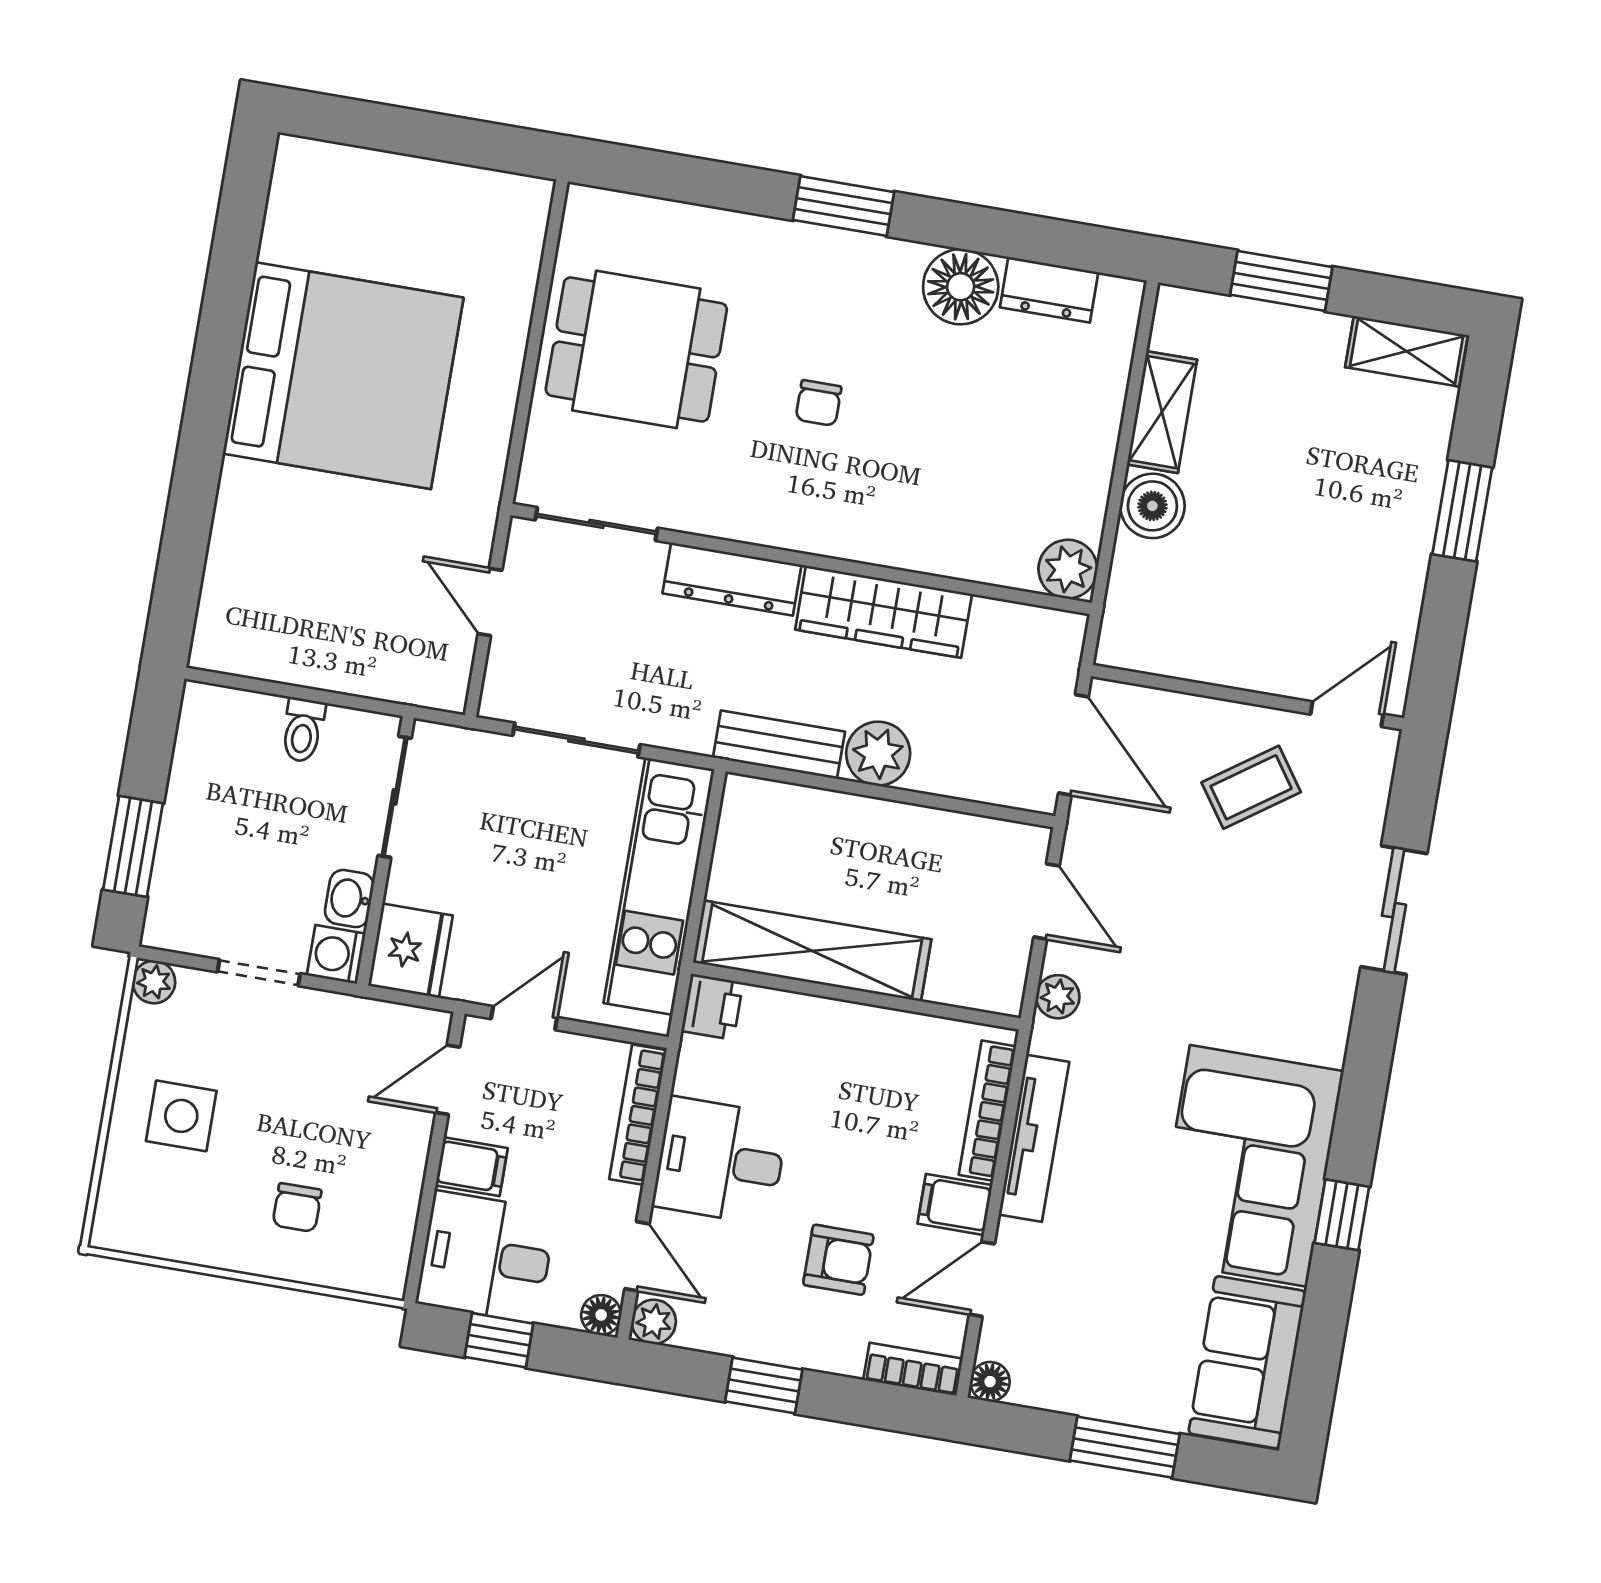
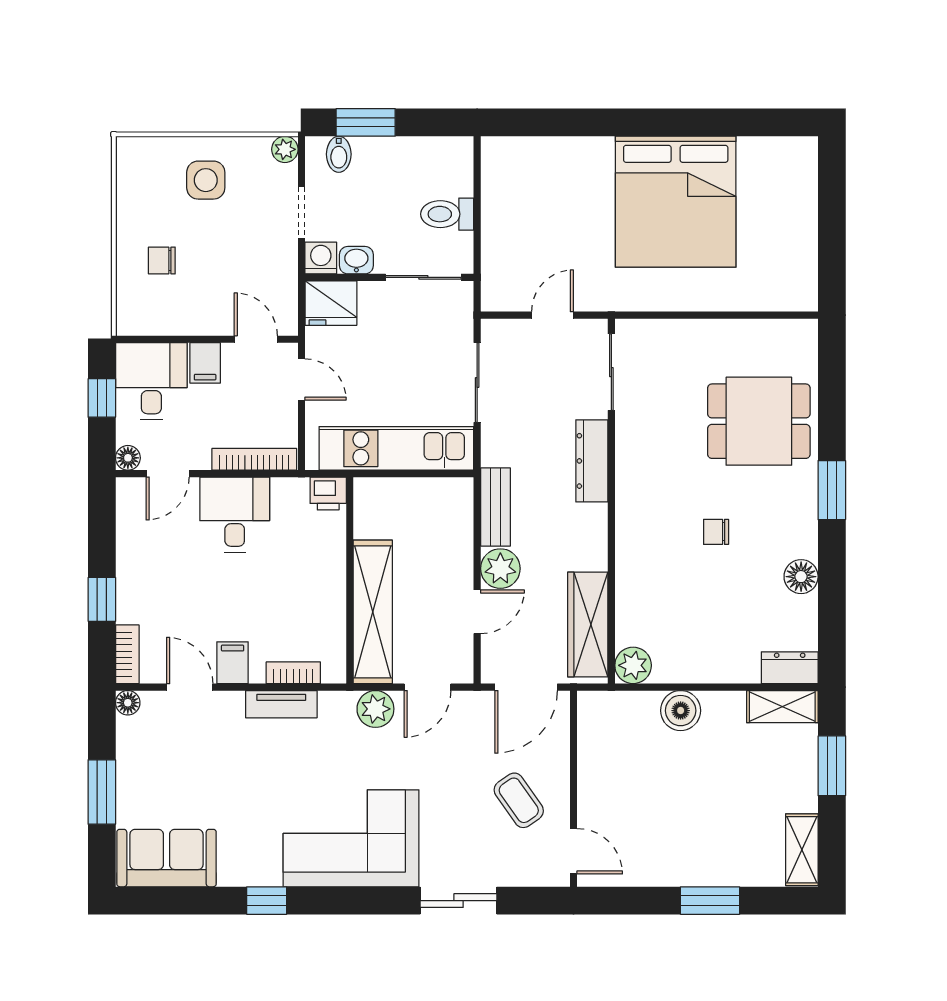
floor lamp: (961, 287) -> (801, 577), width x0.73, depth x0.73
dresser: (1049, 290) -> (790, 668), moved, turned 90
dining table: (636, 349) -> (759, 421), moved, turned 90
chair: (818, 403) -> (716, 532), moved
shelving: (1162, 412) -> (782, 707), moved
wardrobe: (884, 612) -> (588, 624), moved
toilet: (303, 730) -> (447, 214), width x1.37, depth x1.39
door: (940, 802) -> (477, 612), added
bidet: (176, 898) -> (339, 154), added
shelving: (812, 951) -> (373, 612), moved
plant: (1058, 997) -> (375, 709), width x1.38, depth x1.38
bookcase: (987, 1111) -> (293, 673), width x0.64
tv unit: (1034, 1138) -> (281, 704), width x0.71
corner sofa: (1249, 1166) -> (351, 838), moved
armchair: (838, 1260) -> (186, 597), removed
plant: (654, 1322) -> (129, 491), removed
window: (764, 1385) -> (102, 599), moved

